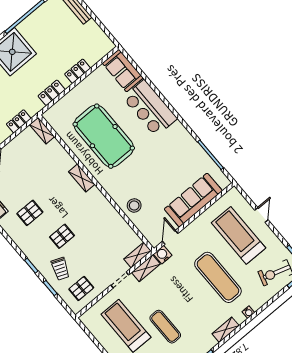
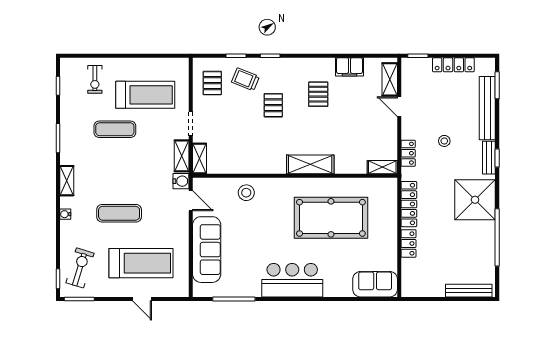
locker: (52, 93) -> (409, 204), width x1.53
bar counter: (150, 108) -> (292, 280), moved
shelving: (82, 178) -> (310, 164), width x1.50, depth x1.33
exercise mat: (218, 277) -> (119, 213), width x0.73, depth x0.69

